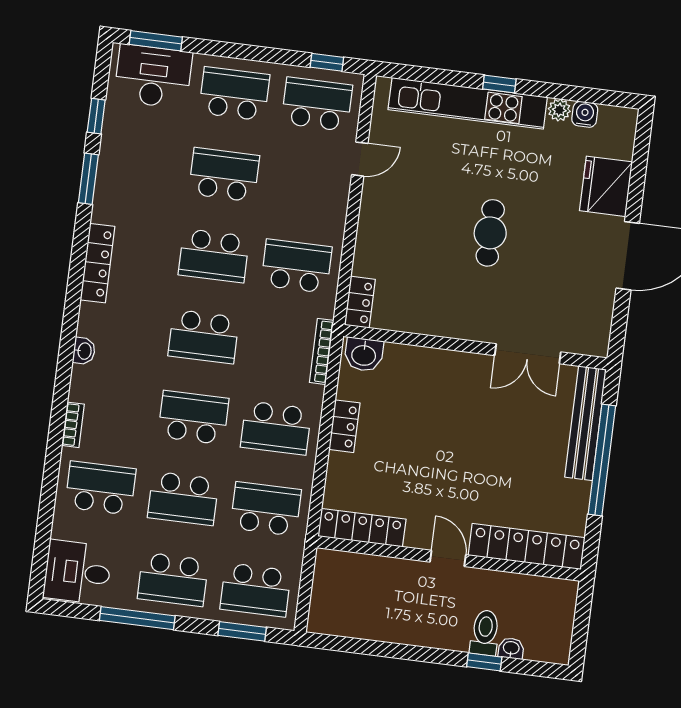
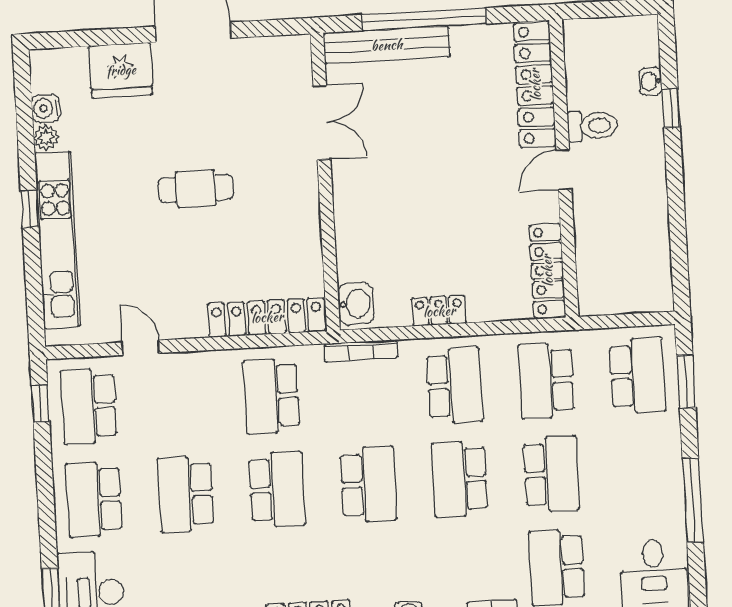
locker: (360, 302) -> (267, 317), width x2.16, depth x1.21
school desk: (173, 579) -> (643, 469), removed
toilet: (485, 633) -> (593, 126), moved, turned 180

